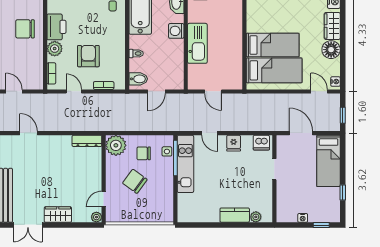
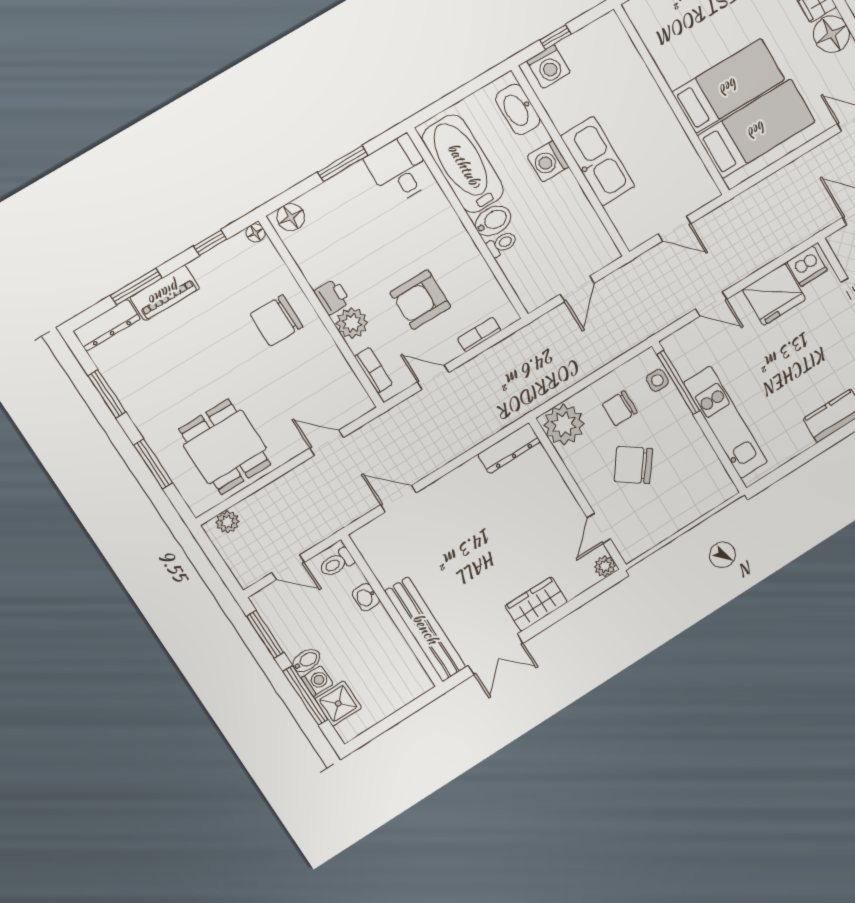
printer: (56, 27) -> (332, 297), width x0.53, depth x0.68
armchair: (88, 56) -> (420, 300), turned -90
bidet: (138, 79) -> (493, 221), moved
fridge: (234, 143) -> (774, 294), width x1.88, depth x1.34
kitchen unit: (185, 164) -> (726, 422), moved

